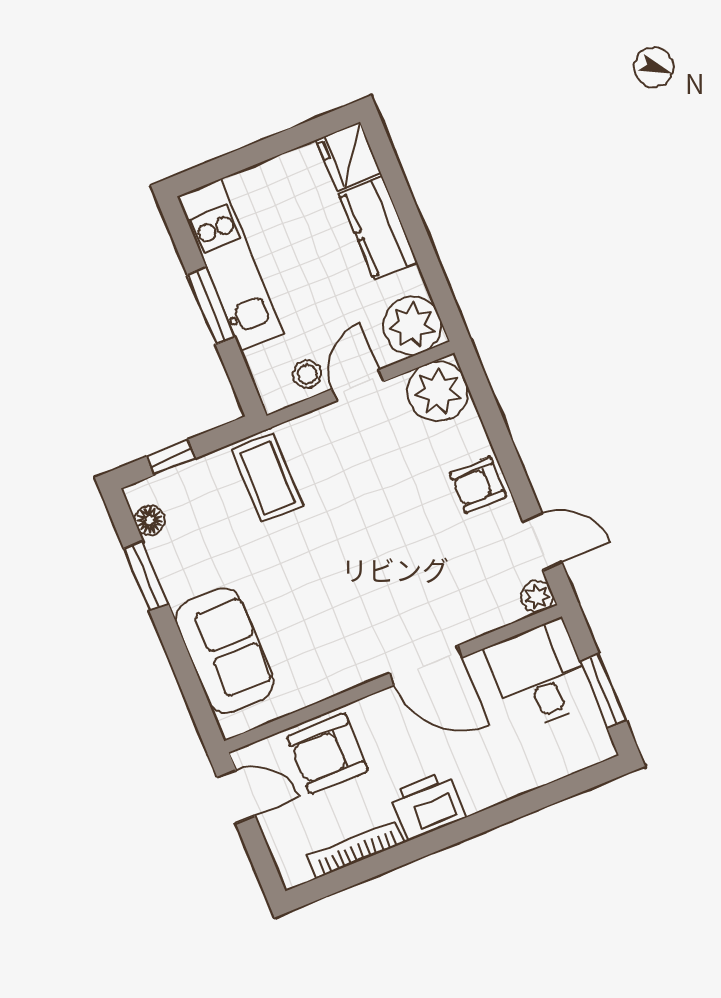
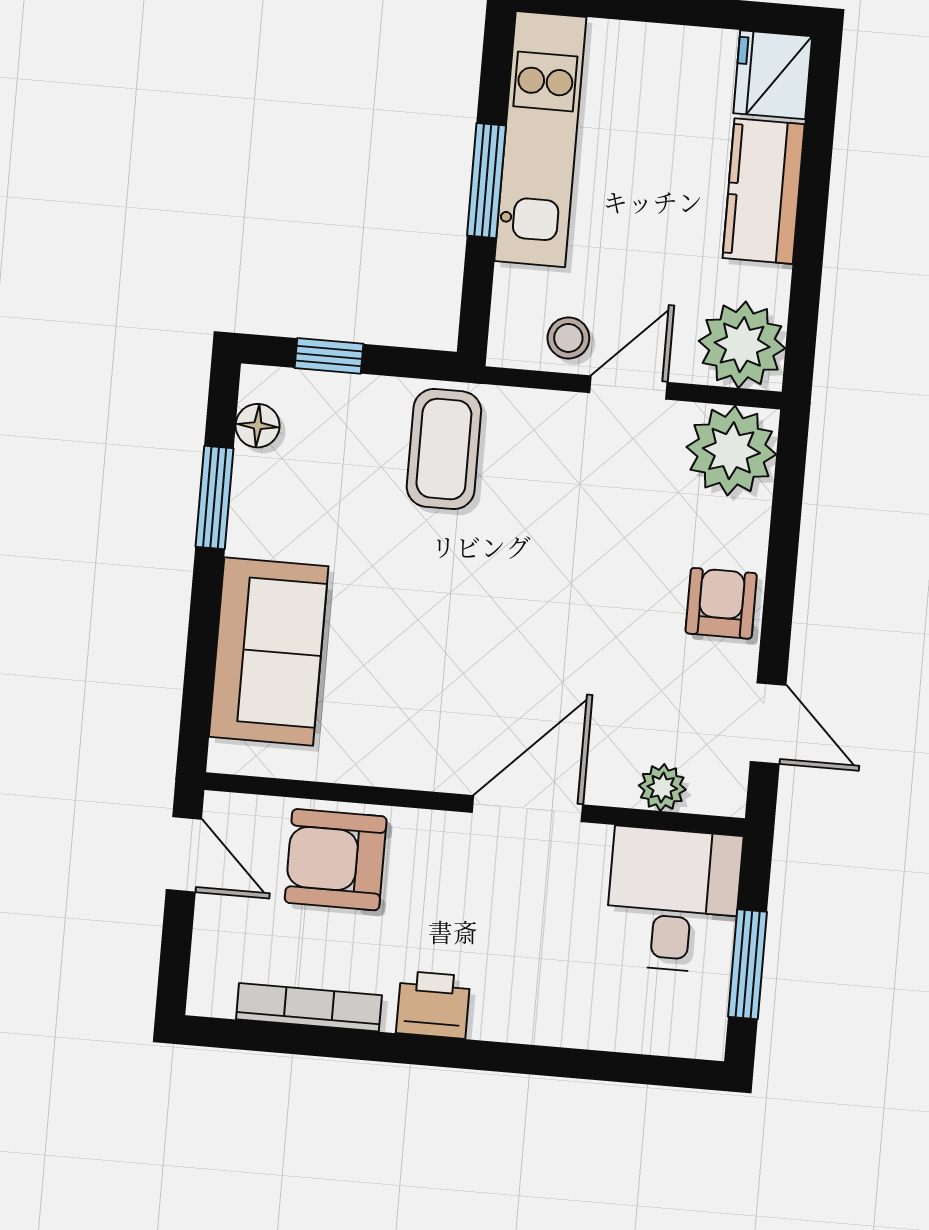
armchair: (478, 485) -> (721, 603), turned 90
plant: (537, 597) -> (662, 788), moved
door: (426, 665) -> (527, 809), swing flipped
printer: (427, 805) -> (433, 1005), width x0.73, depth x0.81

